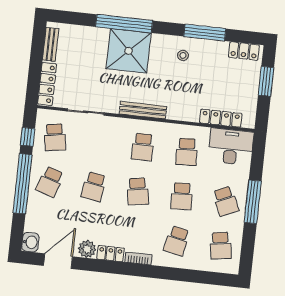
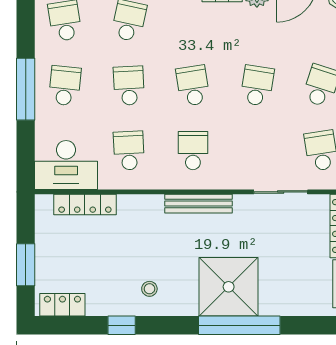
window: (205, 33) -> (122, 325), width x0.46
school desk: (226, 201) -> (65, 86), turned 30

